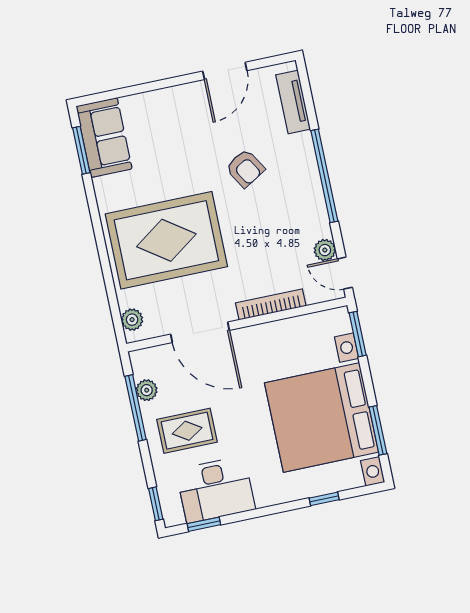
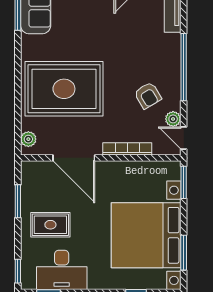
armchair: (245, 168) -> (148, 95), moved
plant: (147, 390) -> (28, 190), removed
window: (136, 408) -> (18, 201), width x0.69

